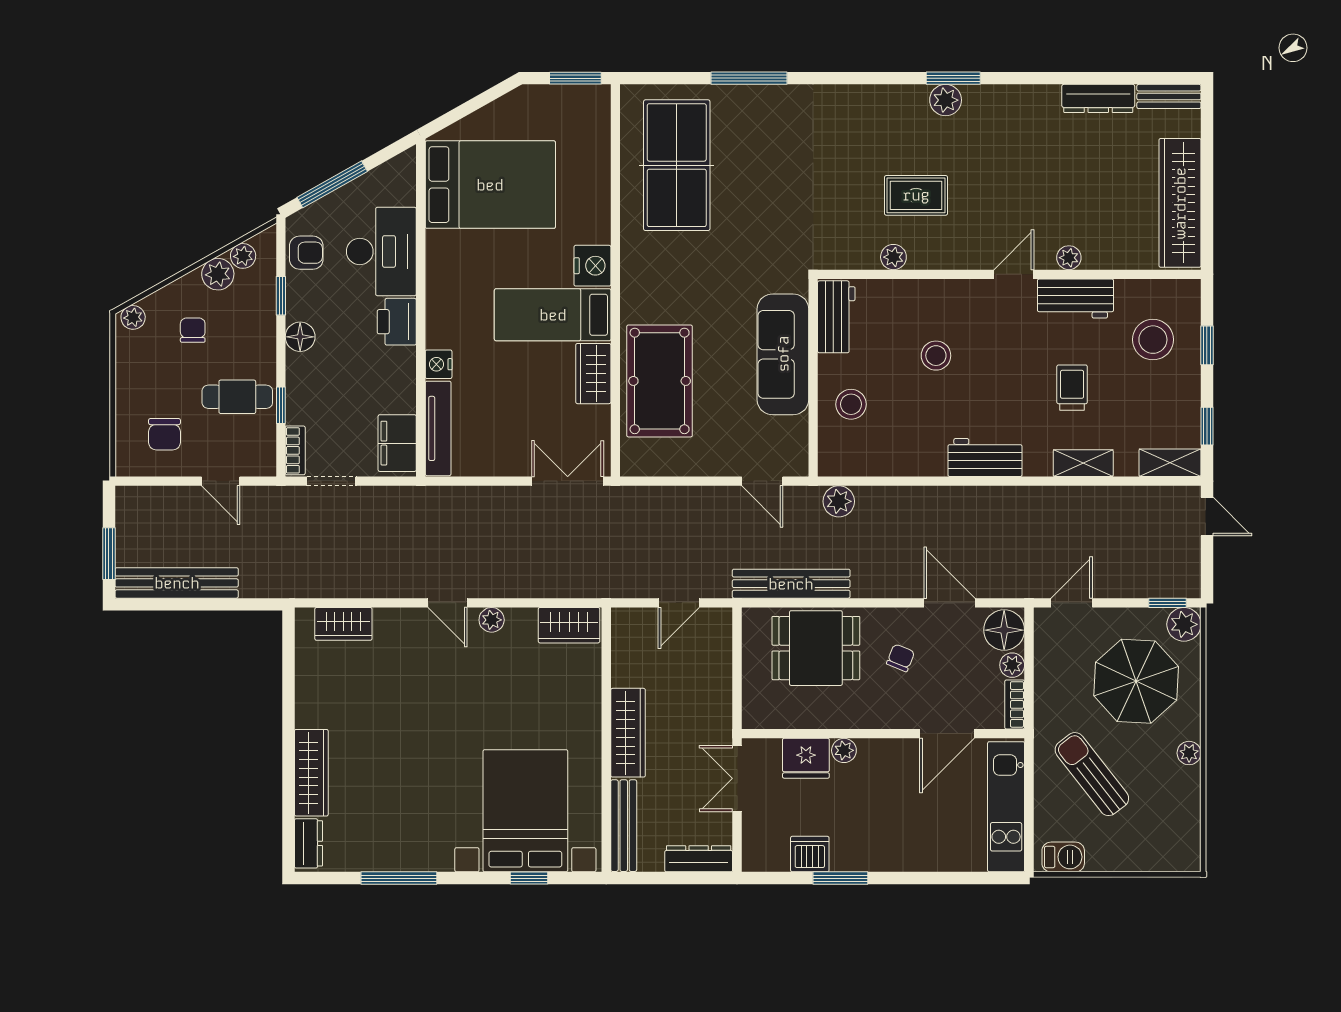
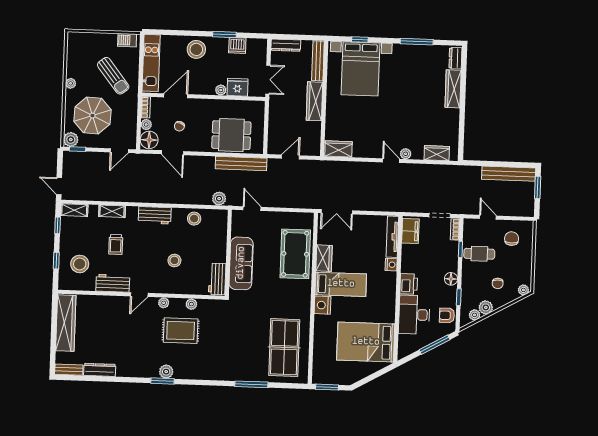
rug: (916, 195) -> (181, 331), width x1.36, depth x1.43
plant: (1069, 258) -> (164, 303), moved
stool: (851, 404) -> (194, 219), moved
plant: (492, 620) -> (406, 154), moved
chair: (901, 658) -> (179, 126), moved
stool: (904, 842) -> (196, 49), added

